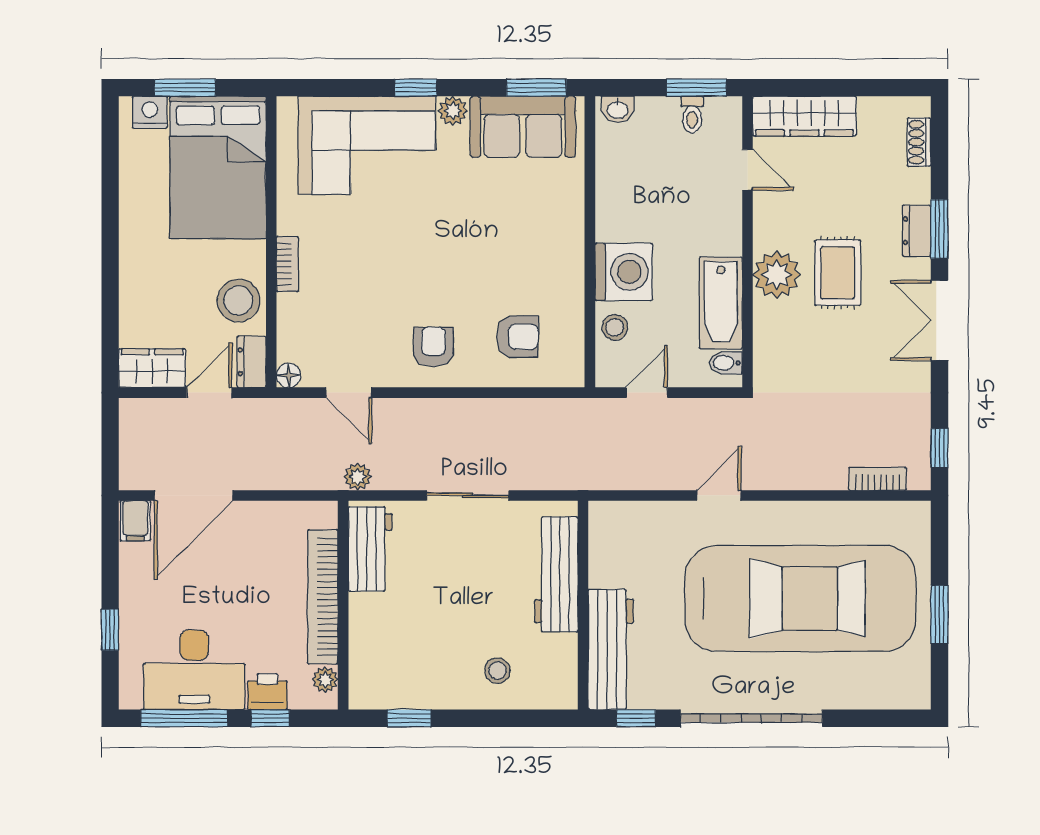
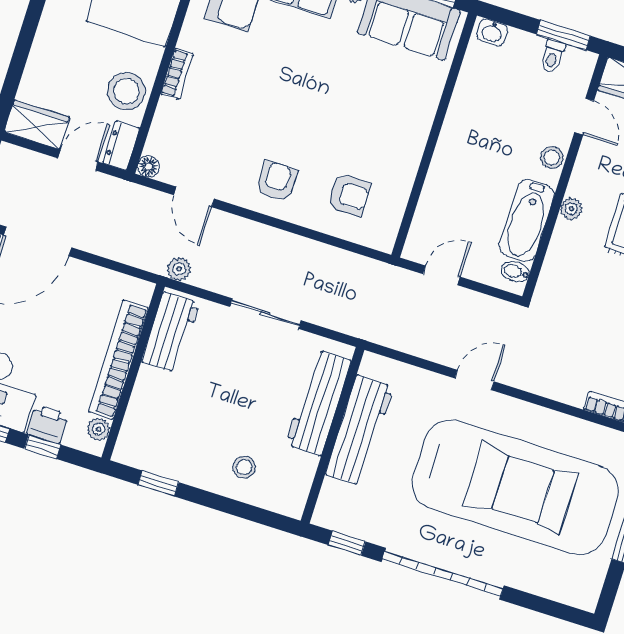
washing machine: (624, 272) -> (454, 169), removed
plant: (777, 275) -> (571, 209), width x0.53, depth x0.53
stool: (615, 327) -> (552, 158), moved
workbench: (611, 650) -> (359, 431), moved

